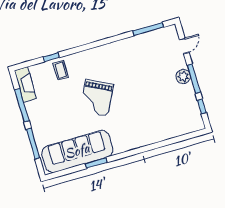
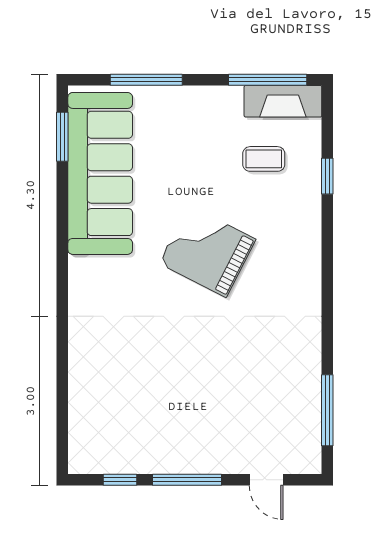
coffee table: (61, 70) -> (264, 159), moved
plant: (183, 76) -> (199, 458), removed
window: (22, 105) -> (268, 80), moved
window: (96, 163) -> (62, 137), moved

